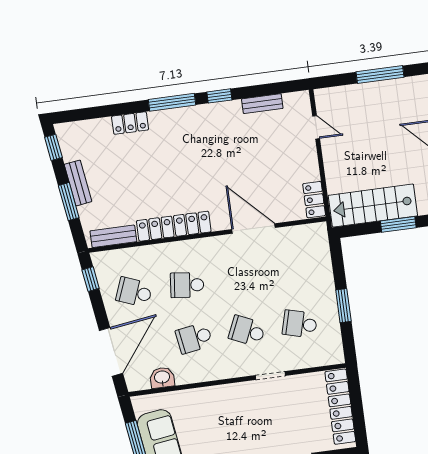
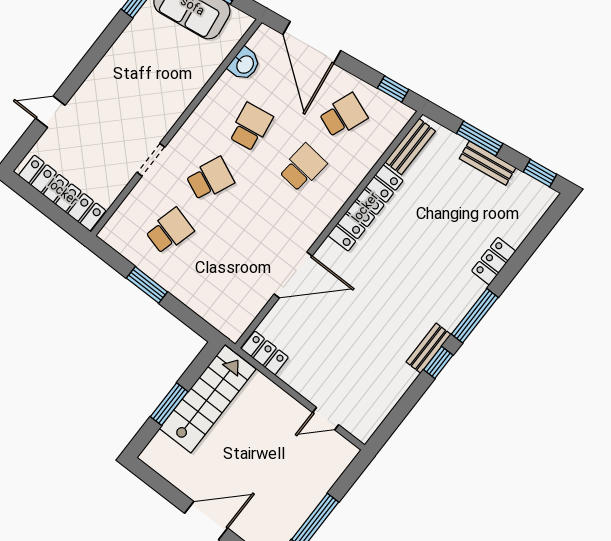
bench: (262, 104) -> (428, 348), moved

